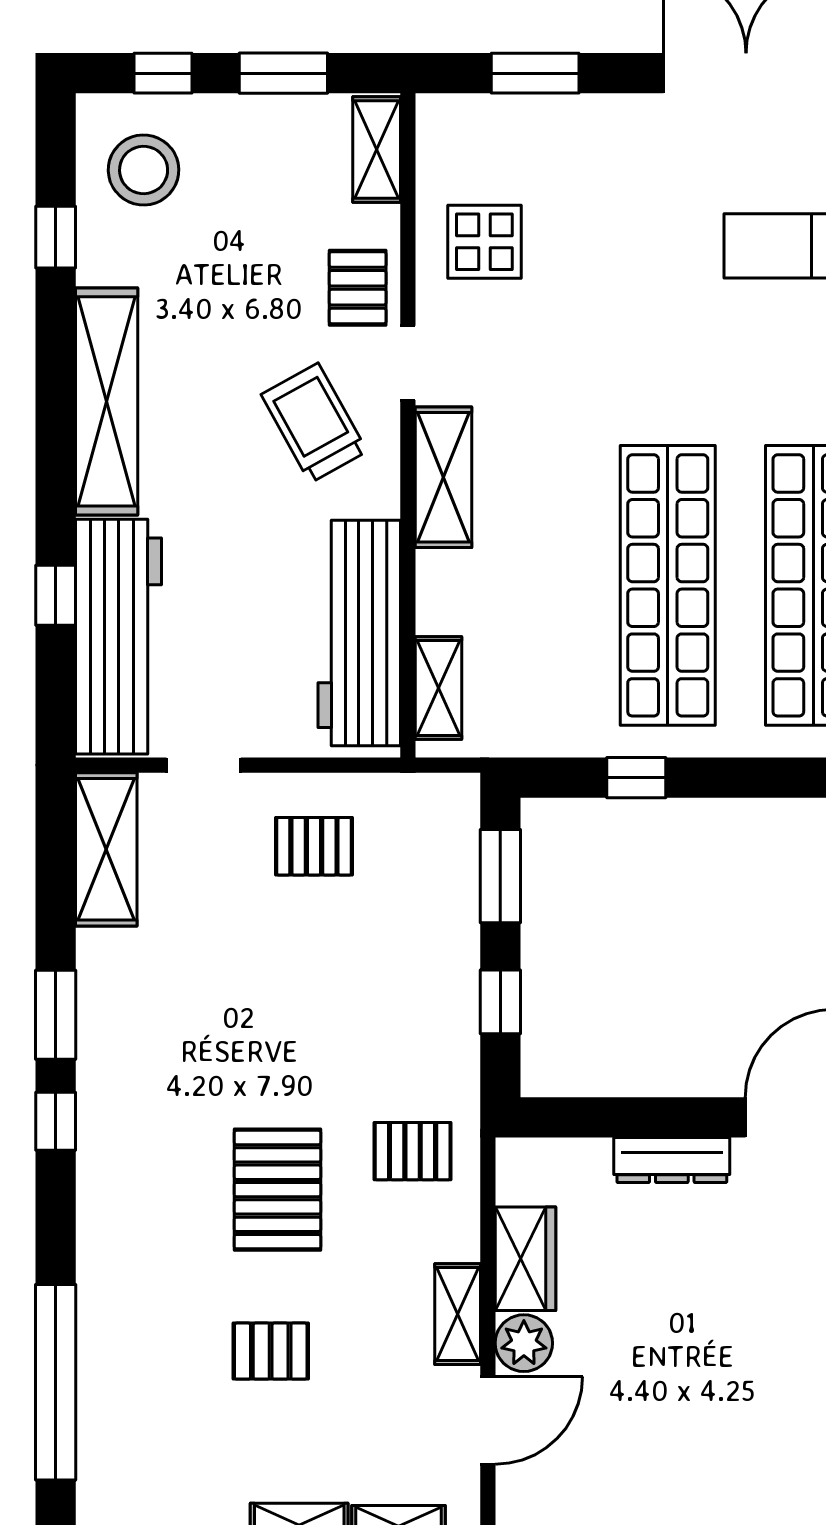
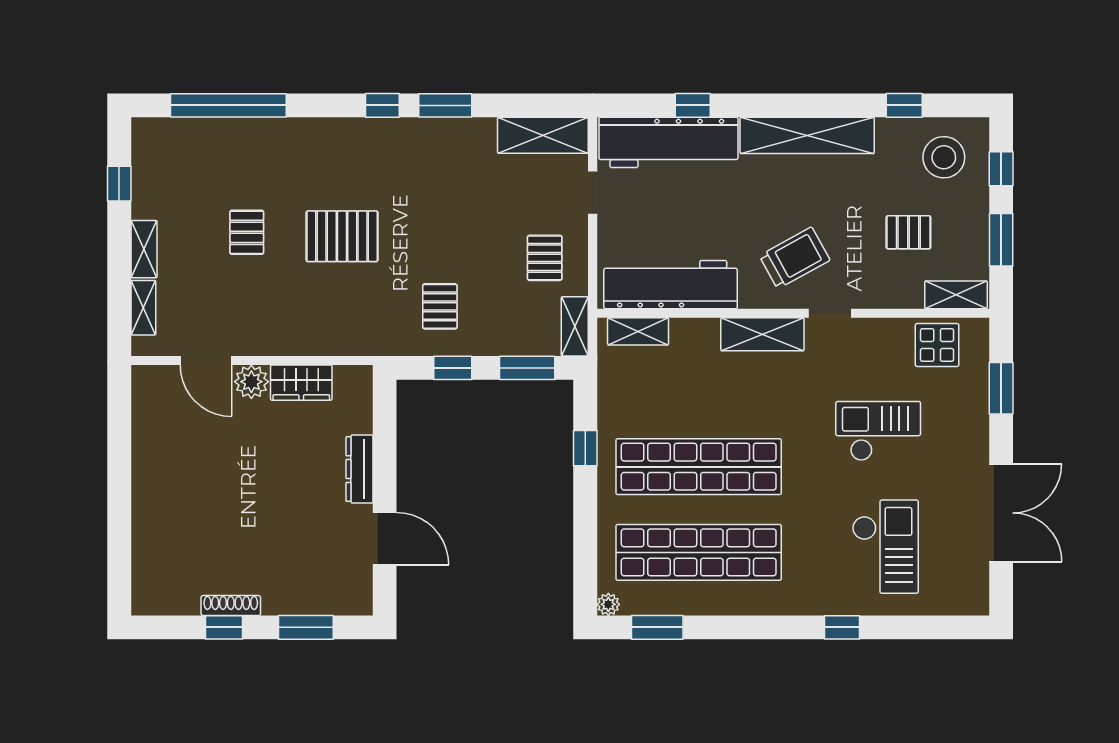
display table: (484, 242) -> (937, 345), moved
checkout: (607, 281) -> (878, 431), added
pallet: (358, 288) -> (908, 232), moved
pallet: (413, 1151) -> (440, 306), moved
shelving: (458, 1314) -> (575, 326), moved, turned 90

